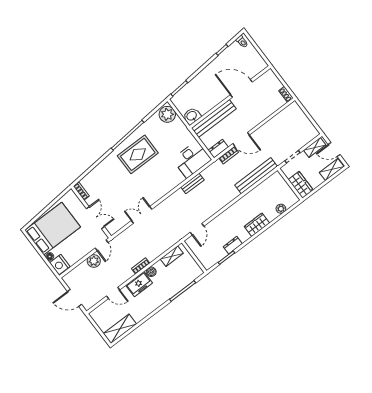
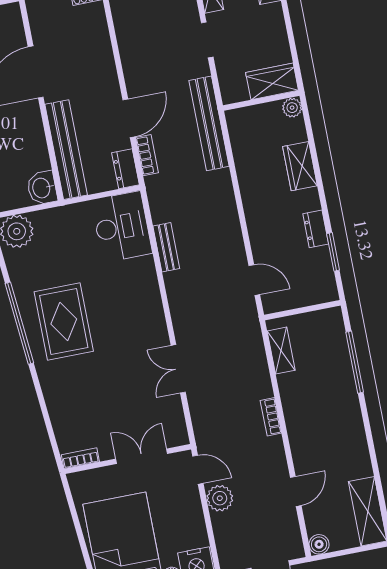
wall: (290, 184) -> (261, 101), moved
wardrobe: (301, 185) -> (272, 81), moved
boiler: (151, 272) -> (319, 544), moved
freezer: (139, 284) -> (303, 436), removed

